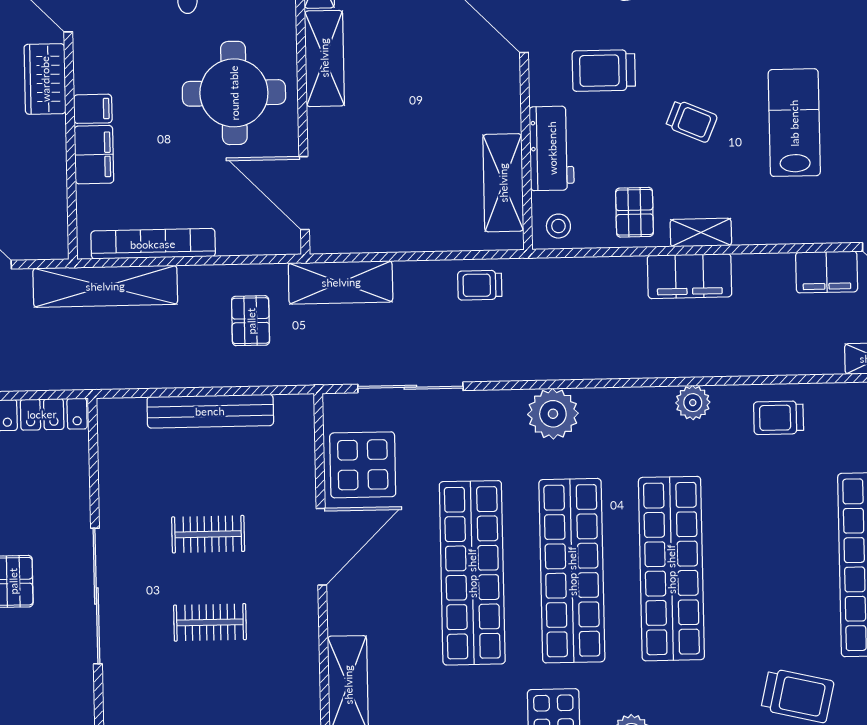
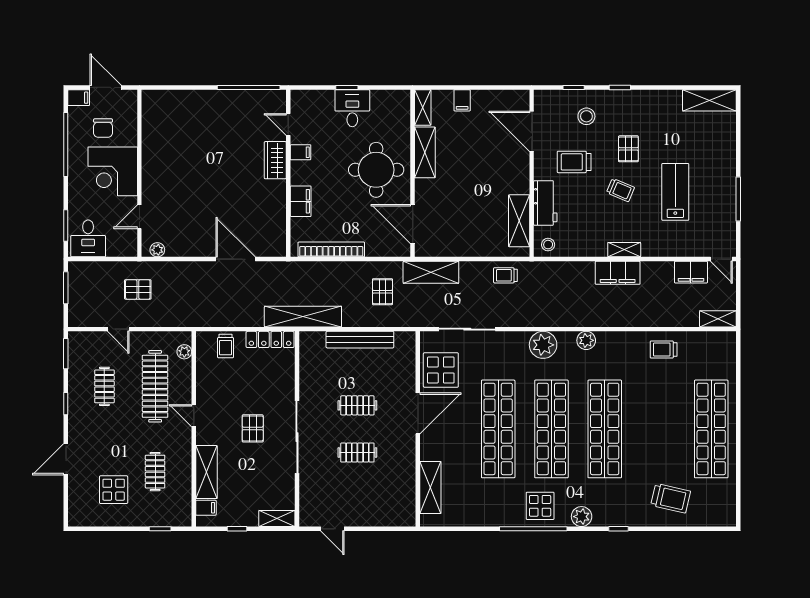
filing cabinet: (93, 109) -> (301, 152), moved
pallet: (634, 212) -> (628, 149), moved
shelving: (105, 286) -> (303, 317), moved
plant: (693, 403) -> (586, 340), moved

